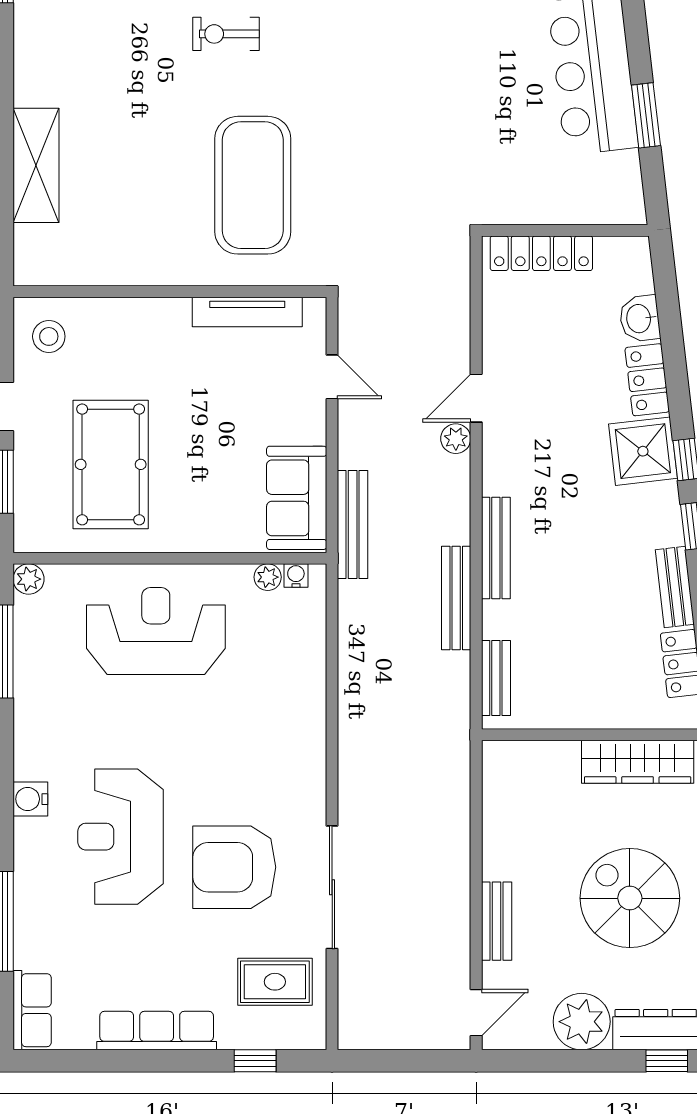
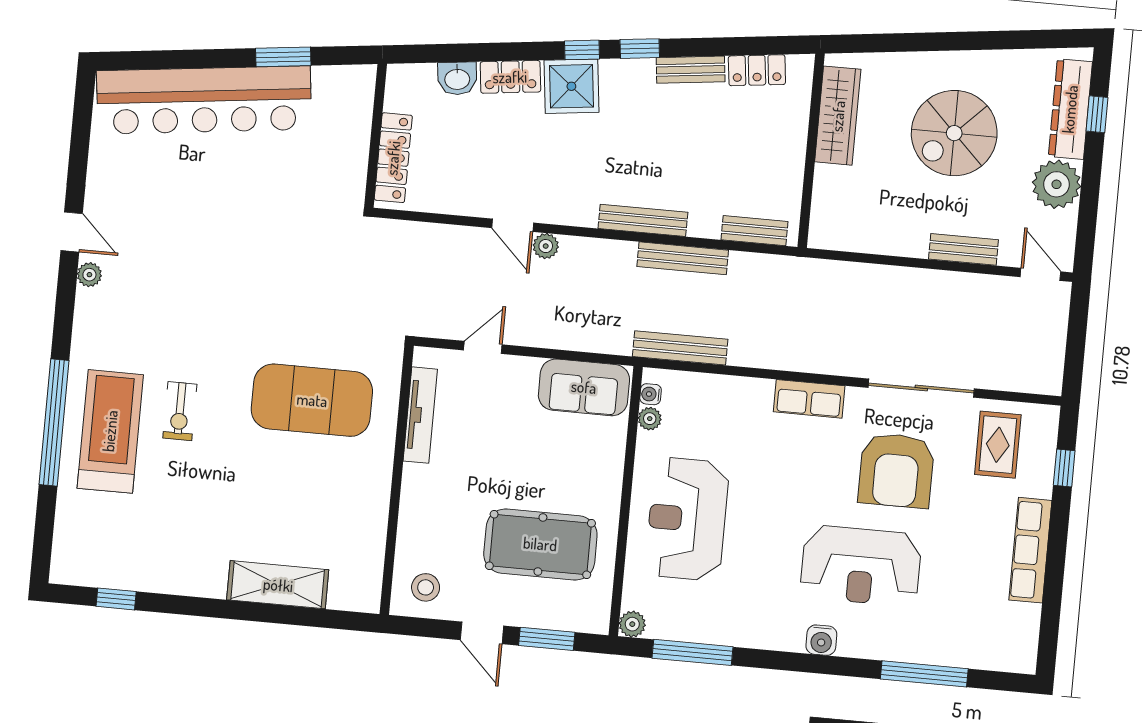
bench: (353, 524) -> (680, 348), moved
row of seats: (32, 1010) -> (809, 399), moved, turned 180

